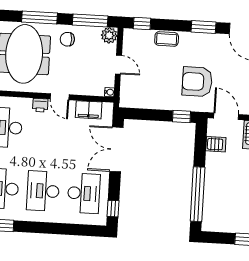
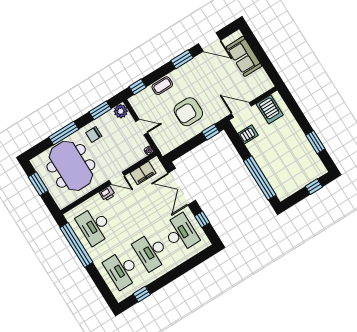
window: (90, 20) -> (100, 110), width x0.69
armchair: (197, 82) -> (188, 112), moved
window: (113, 209) -> (202, 219), moved

